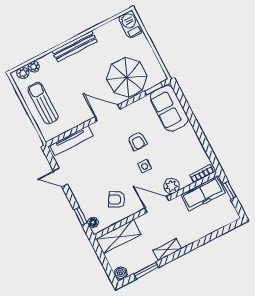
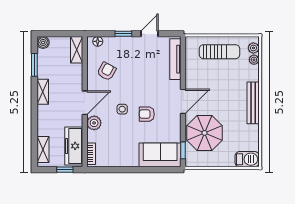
window: (81, 216) -> (123, 34), moved
shelving: (221, 221) -> (43, 149), added
shelving: (118, 237) -> (77, 50), width x0.67, depth x0.75

